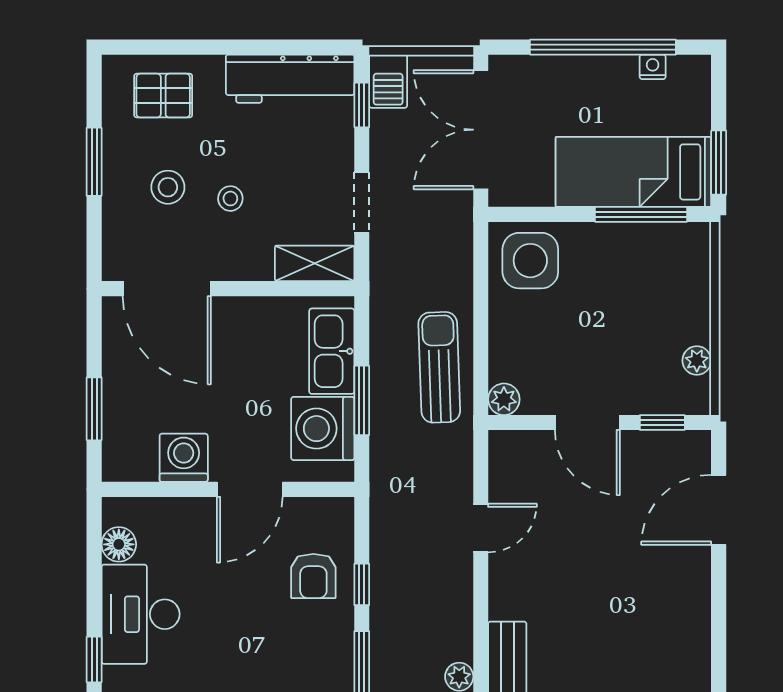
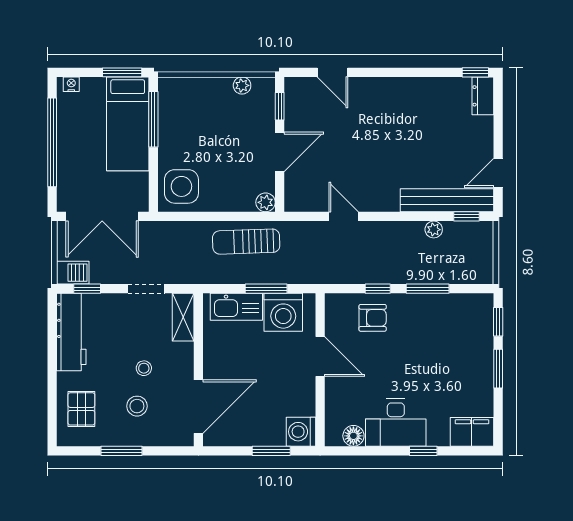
nightstand: (653, 67) -> (71, 84), moved, turned 90
washing machine: (184, 458) -> (301, 432), moved
door: (719, 510) -> (333, 72), width x0.73

